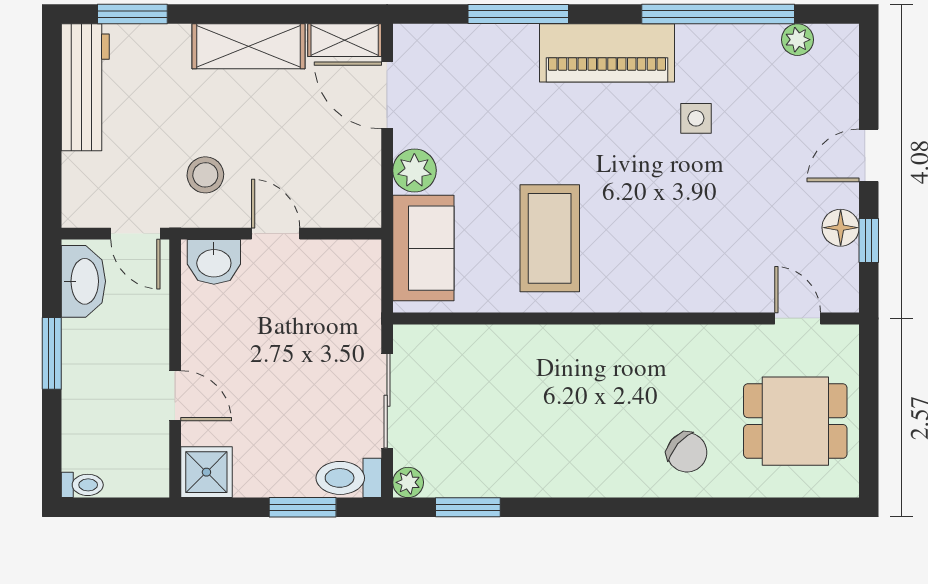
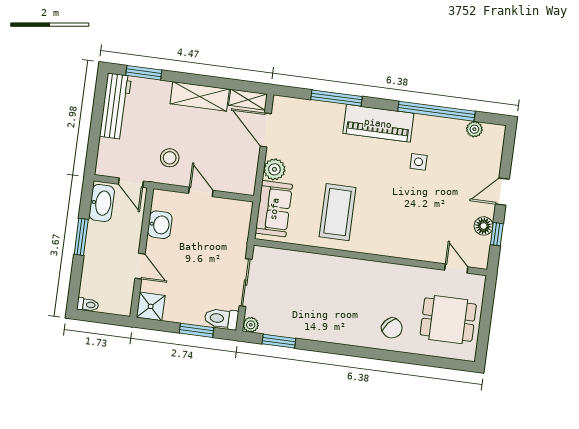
washbasin: (214, 262) -> (160, 225), moved, turned -90

